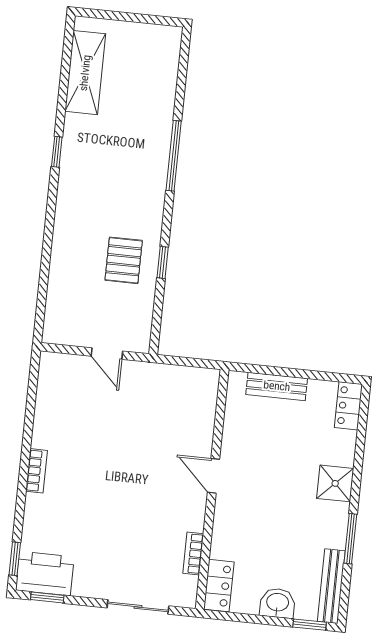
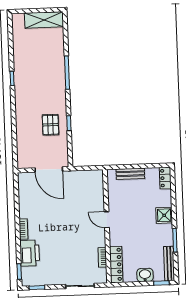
shelving: (85, 73) -> (44, 20), moved, turned 90
door: (107, 354) -> (49, 170), width x1.88
printer: (45, 573) -> (30, 253), moved, turned 90
locker: (219, 586) -> (116, 264), width x1.53

